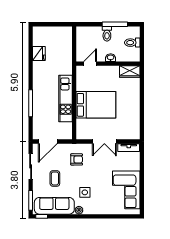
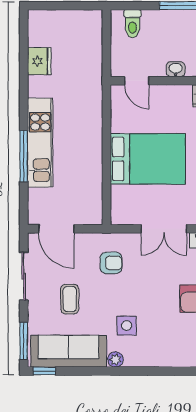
toilet: (107, 34) -> (132, 24), moved
door: (90, 64) -> (137, 81), swing flipped
kitchen unit: (66, 98) -> (40, 143), moved, turned 180
door: (48, 141) -> (56, 229), hinge flipped

